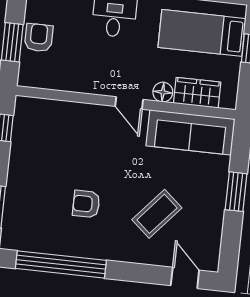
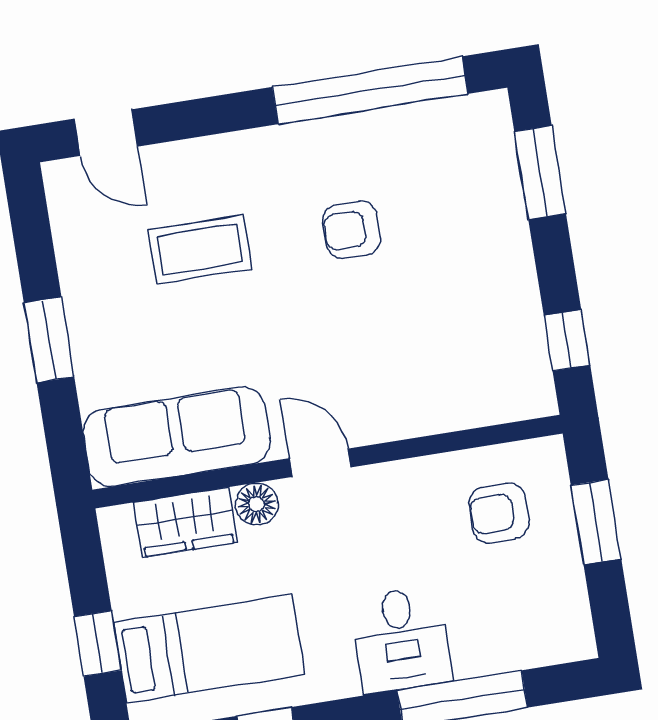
armchair: (39, 38) -> (499, 513), moved, turned 90
armchair: (86, 204) -> (352, 230), turned 180
coffee table: (157, 214) -> (200, 249), turned 49

